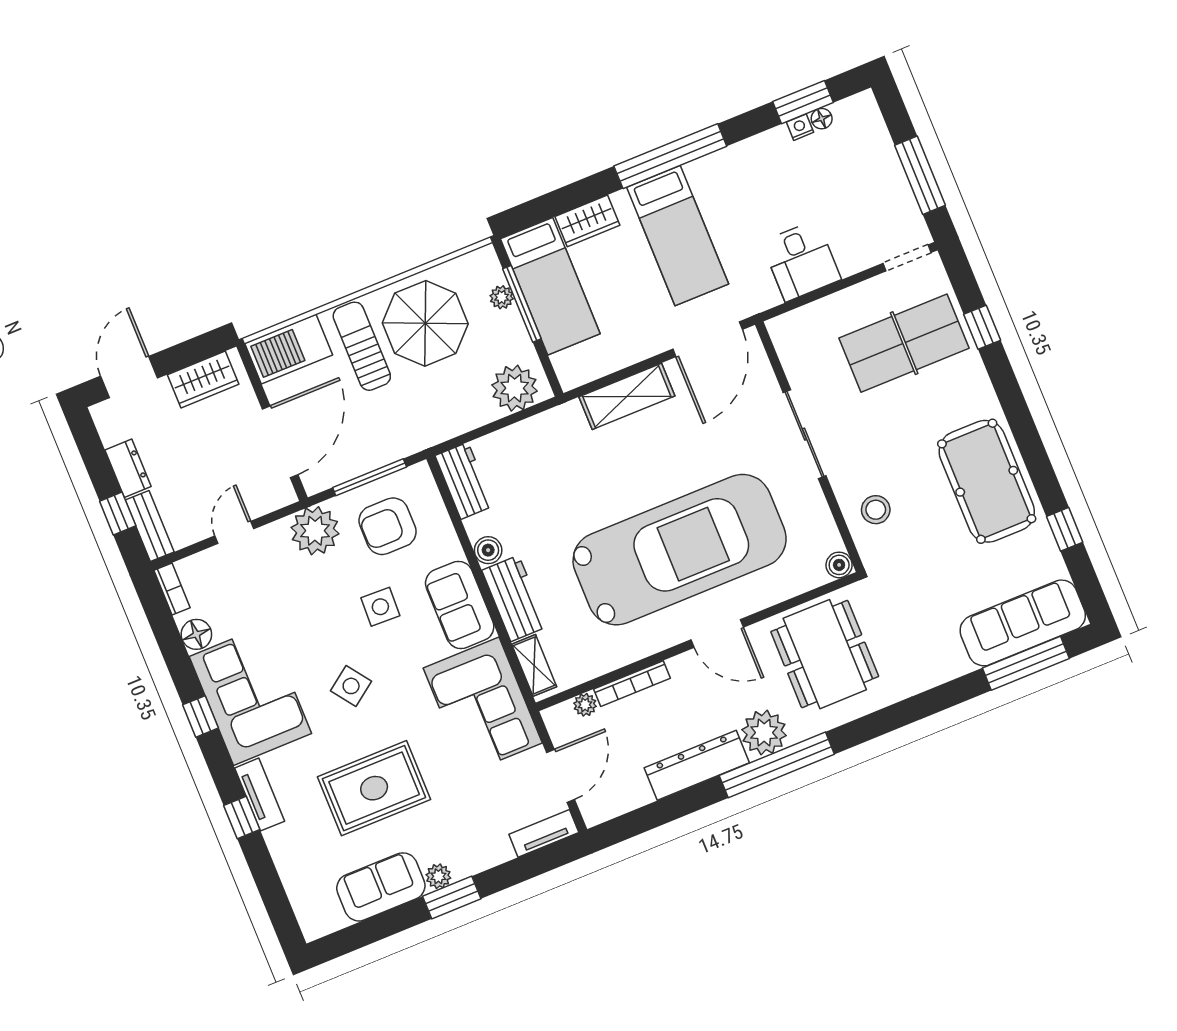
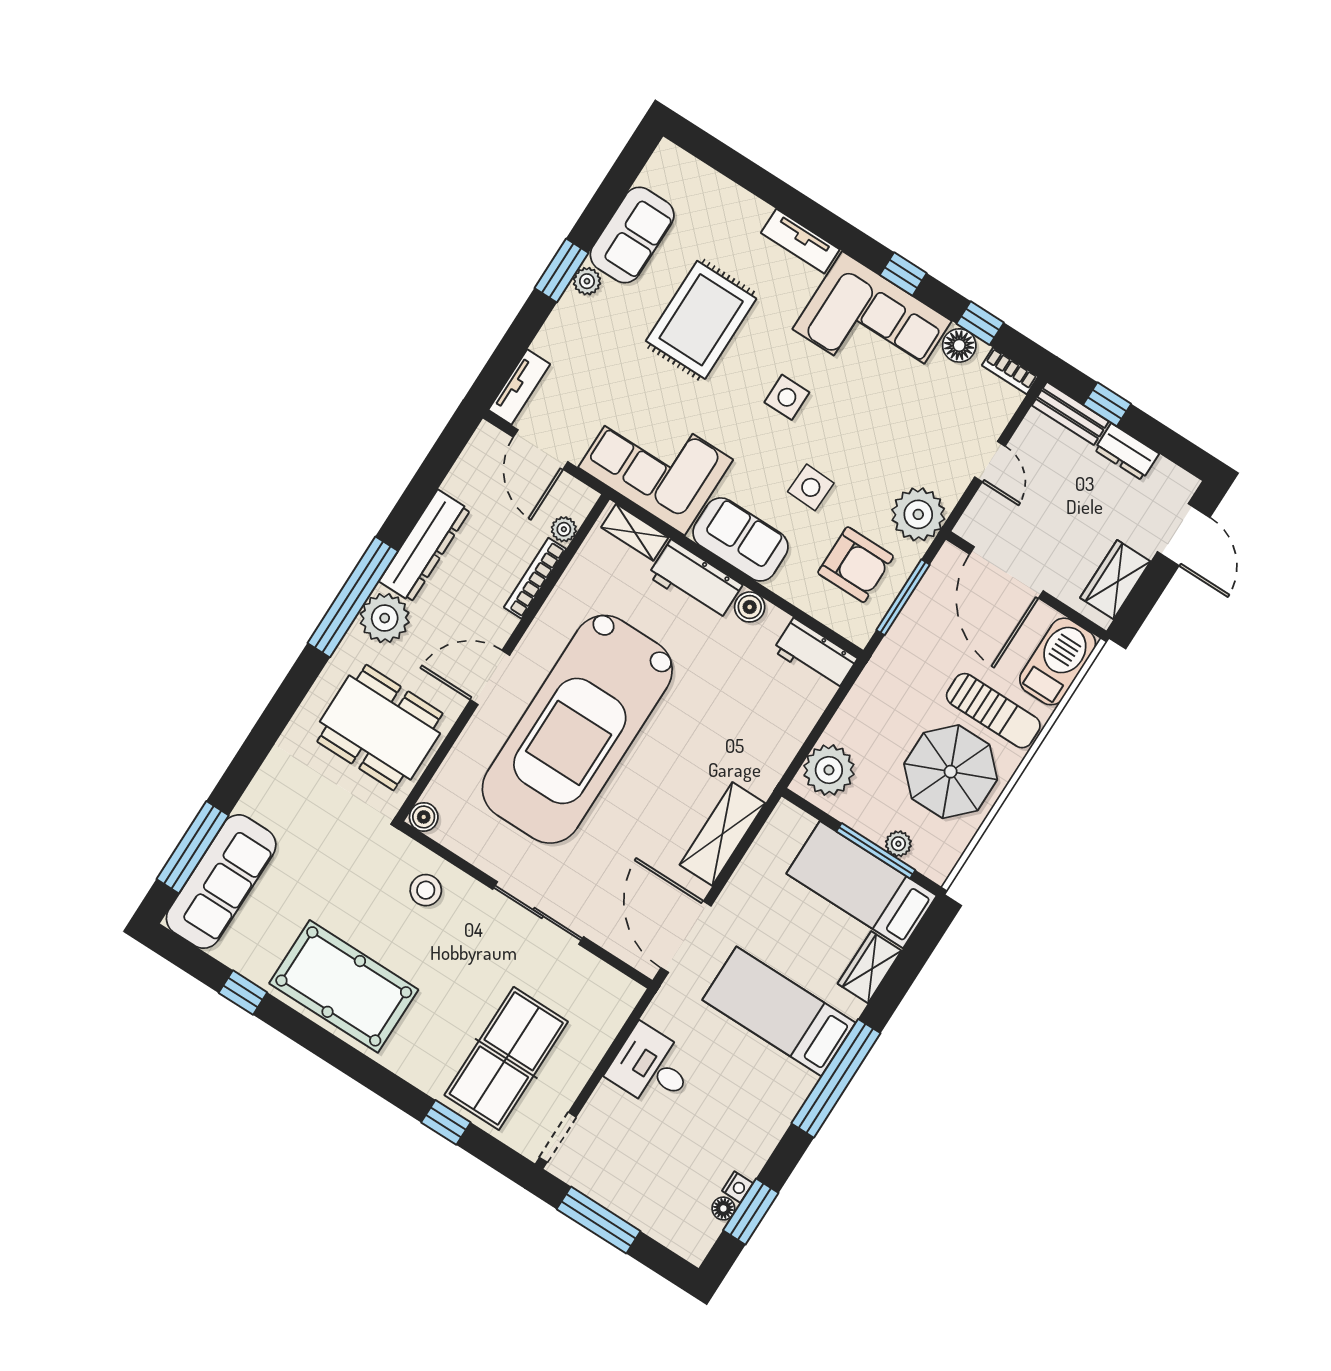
armchair: (388, 526) -> (856, 565), turned 90
side table: (351, 686) -> (787, 397), turned 36
window: (242, 817) -> (980, 323), moved

